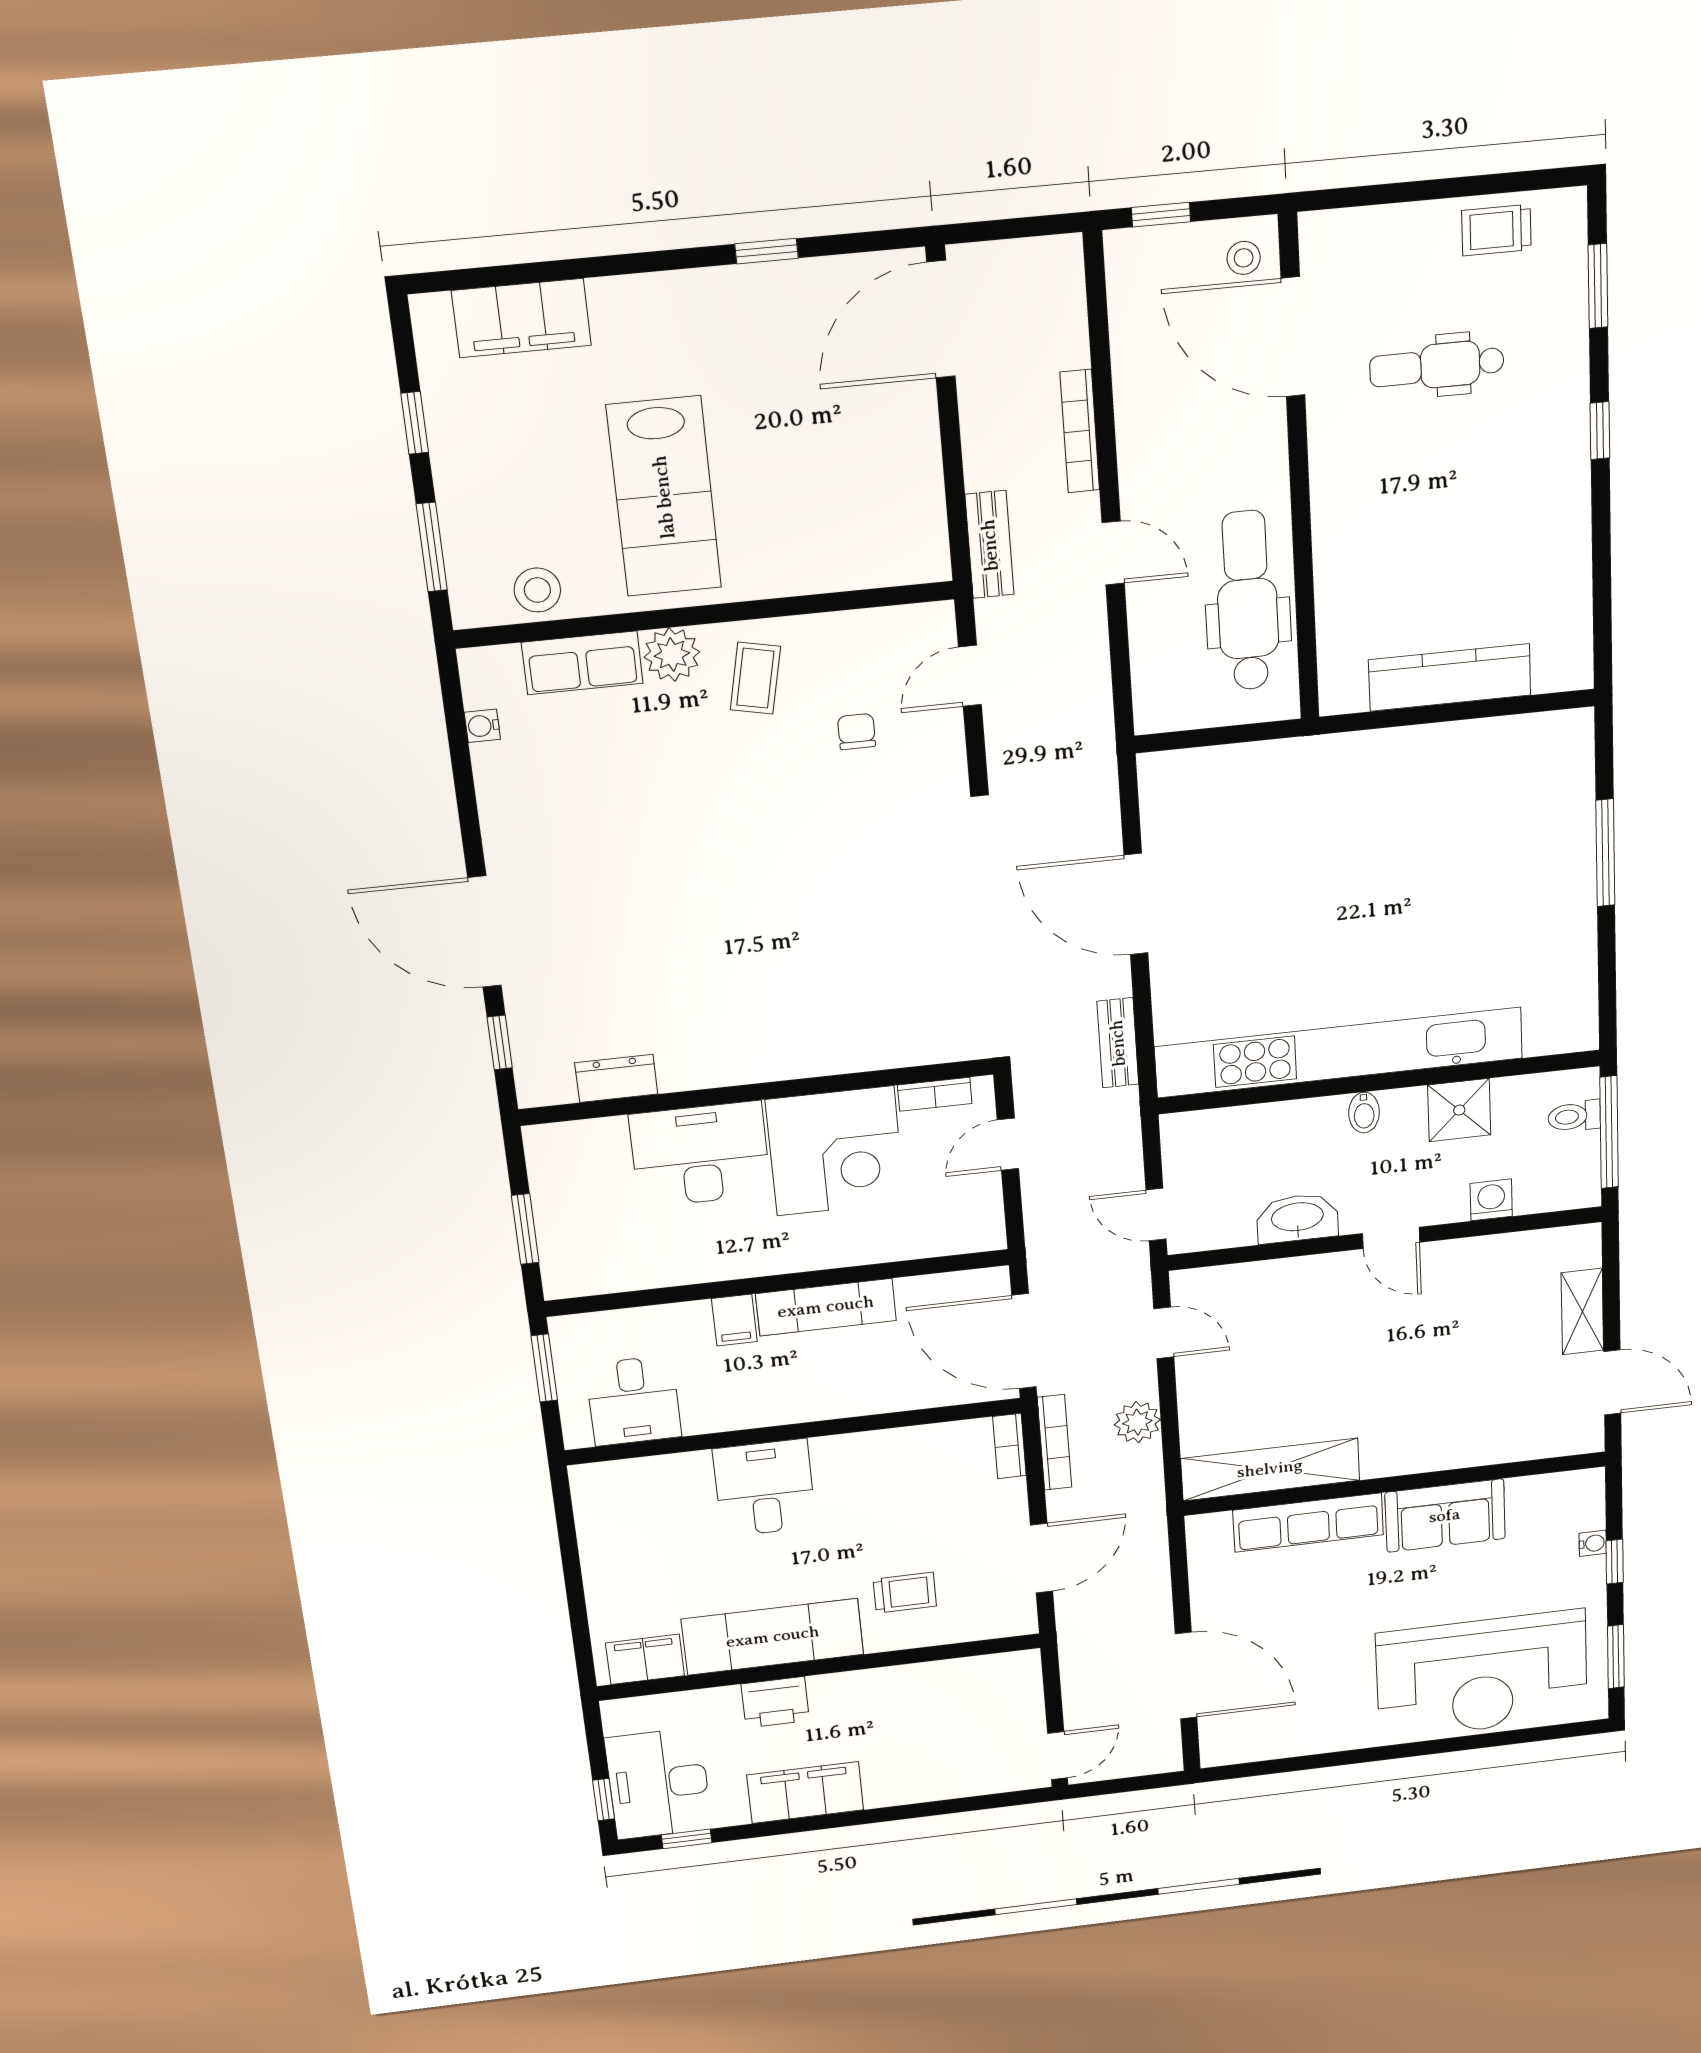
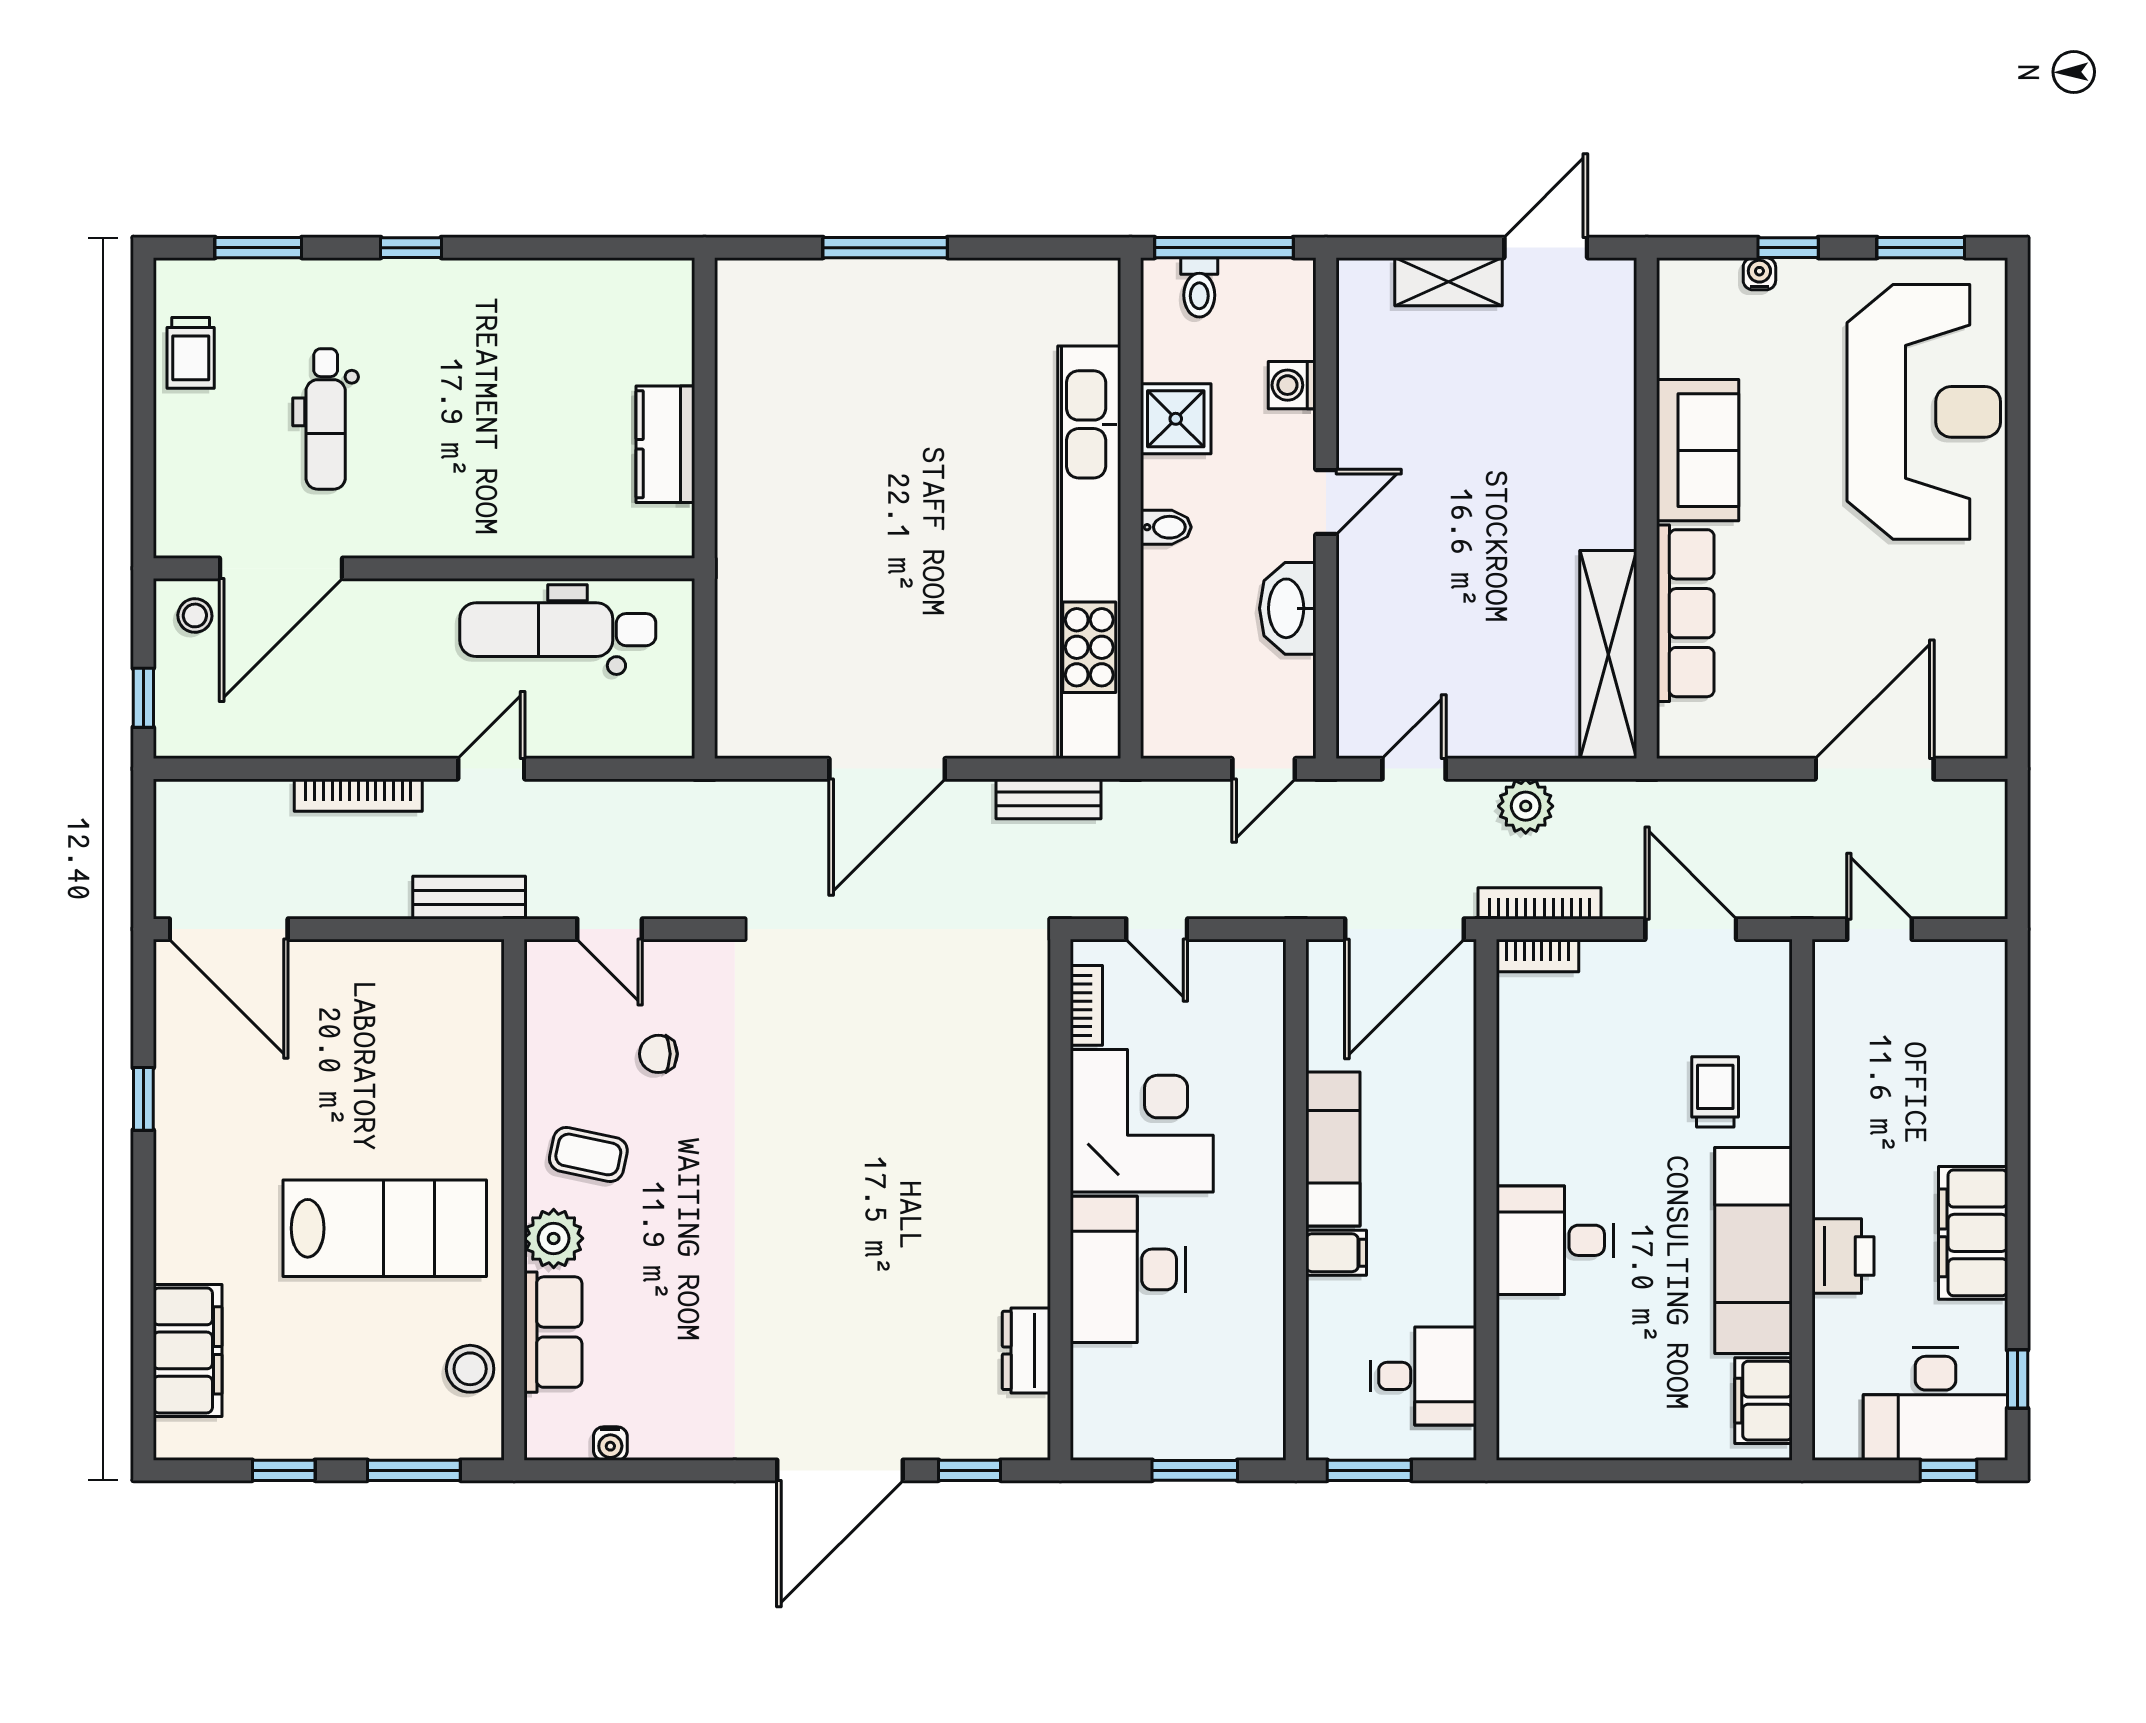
kitchen counter: (1450, 677) -> (665, 444), width x0.67
door: (1058, 1756) -> (1880, 929), moved

